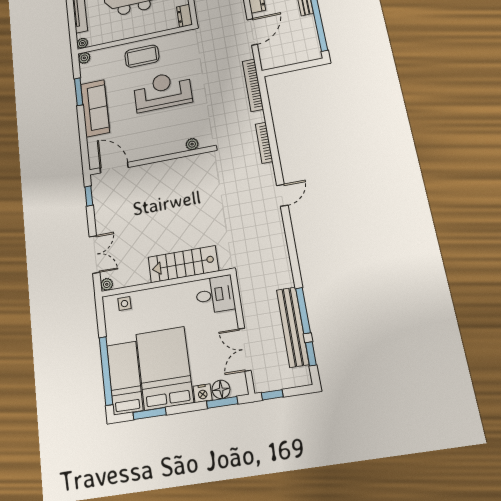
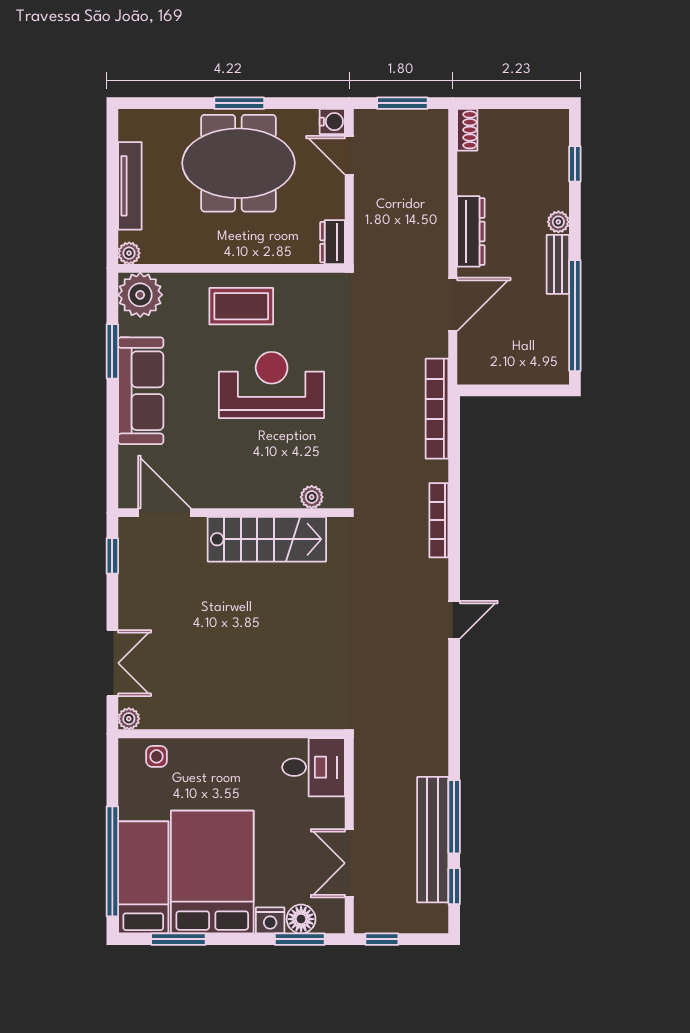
plant: (84, 58) -> (140, 295), width x1.88, depth x1.88
stairs: (183, 264) -> (267, 539), moved, turned 180

